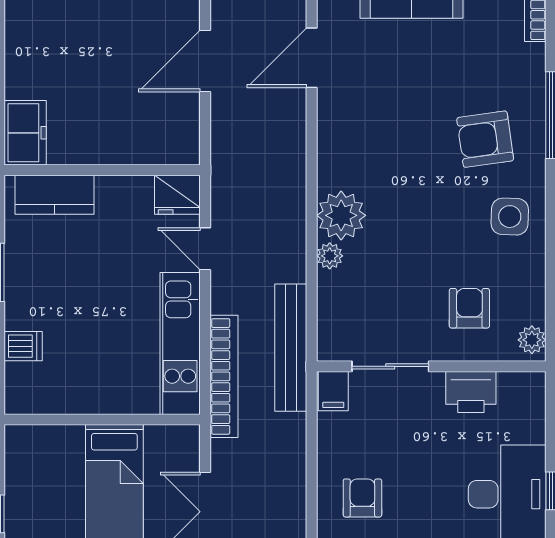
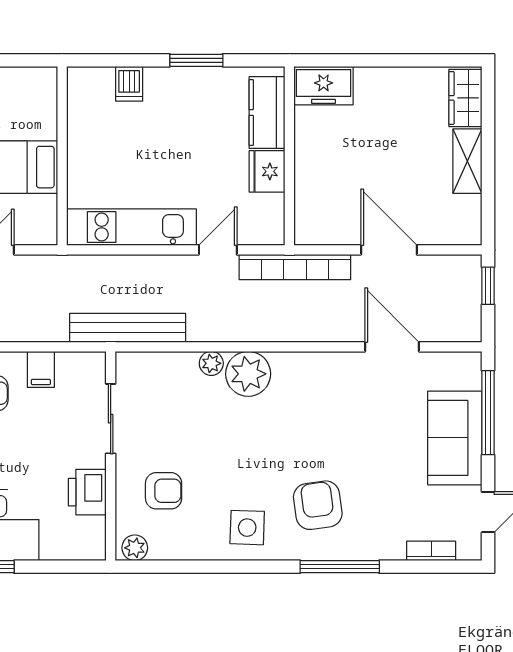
fridge: (177, 195) -> (267, 171), moved
bookcase: (224, 376) -> (295, 267), moved
filing cabinet: (333, 391) -> (41, 369), moved, turned -90

